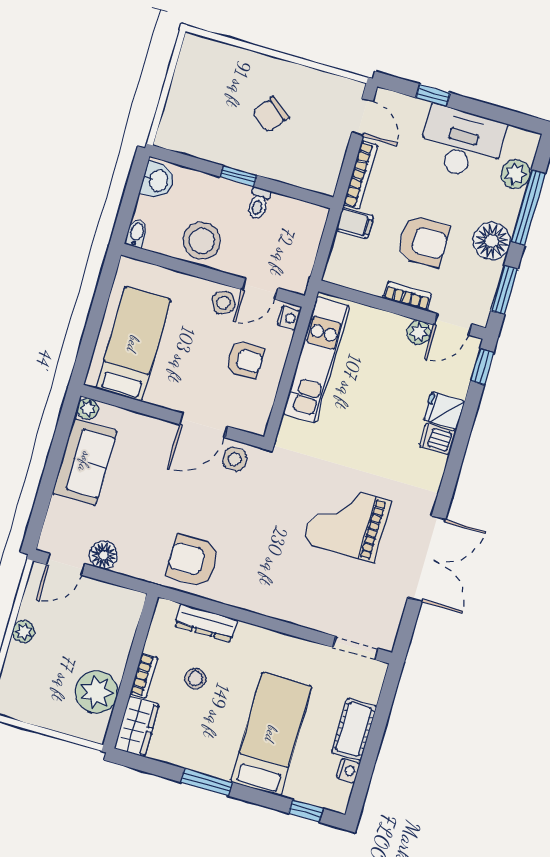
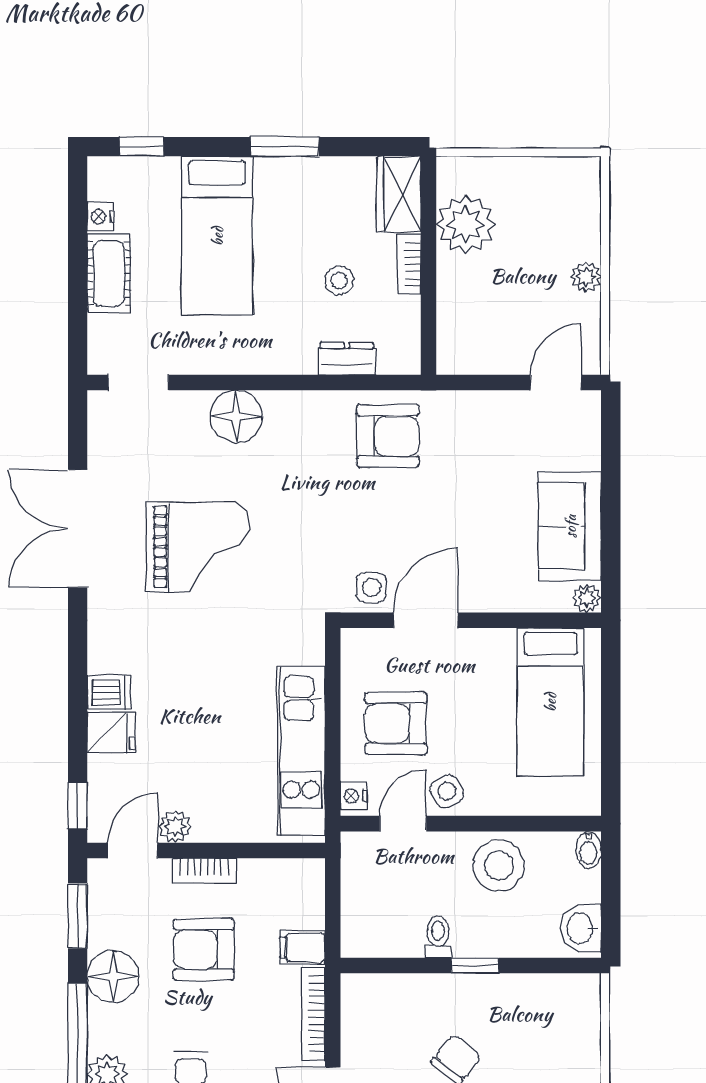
armchair: (245, 360) -> (396, 723), width x1.38, depth x1.38
floor lamp: (104, 555) -> (236, 416), moved, width x1.38, depth x1.38
dresser: (206, 623) -> (347, 359), width x0.70

